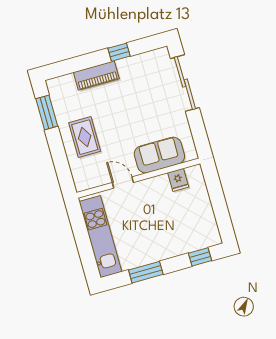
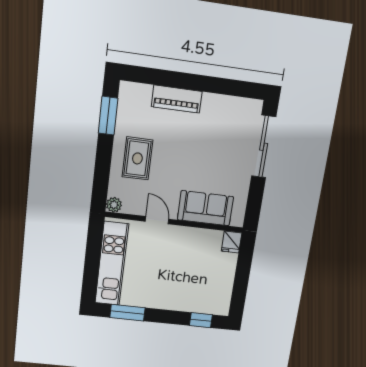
window: (119, 52) -> (211, 85), removed
fridge: (178, 180) -> (232, 242), moved
plant: (81, 184) -> (114, 205), added
window: (146, 272) -> (128, 313), moved

